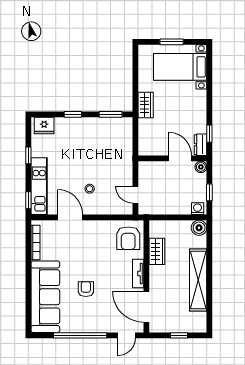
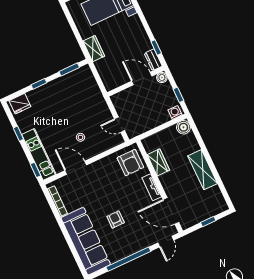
shelving: (198, 280) -> (203, 170), width x0.68

